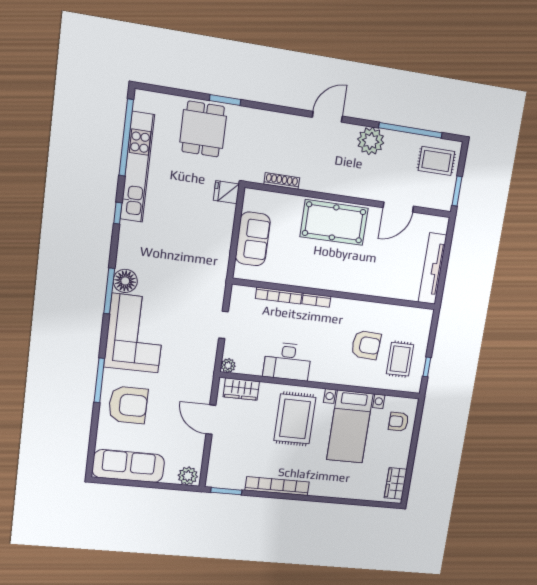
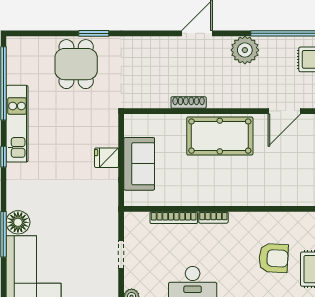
kitchen unit: (137, 167) -> (17, 124), width x0.73
shoe rack: (282, 181) -> (189, 102), moved
fridge: (226, 192) -> (107, 158), moved

